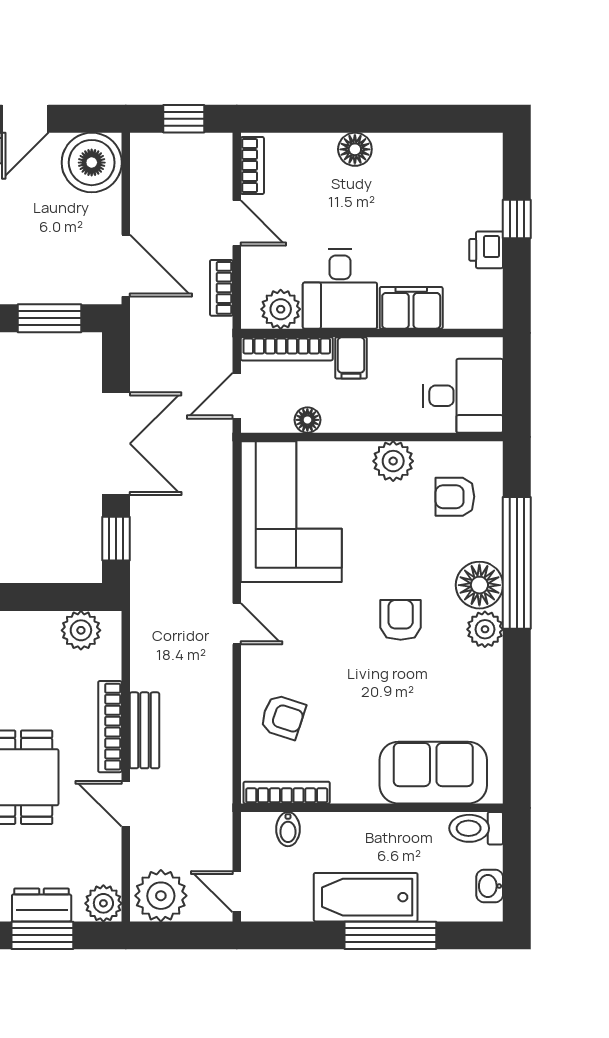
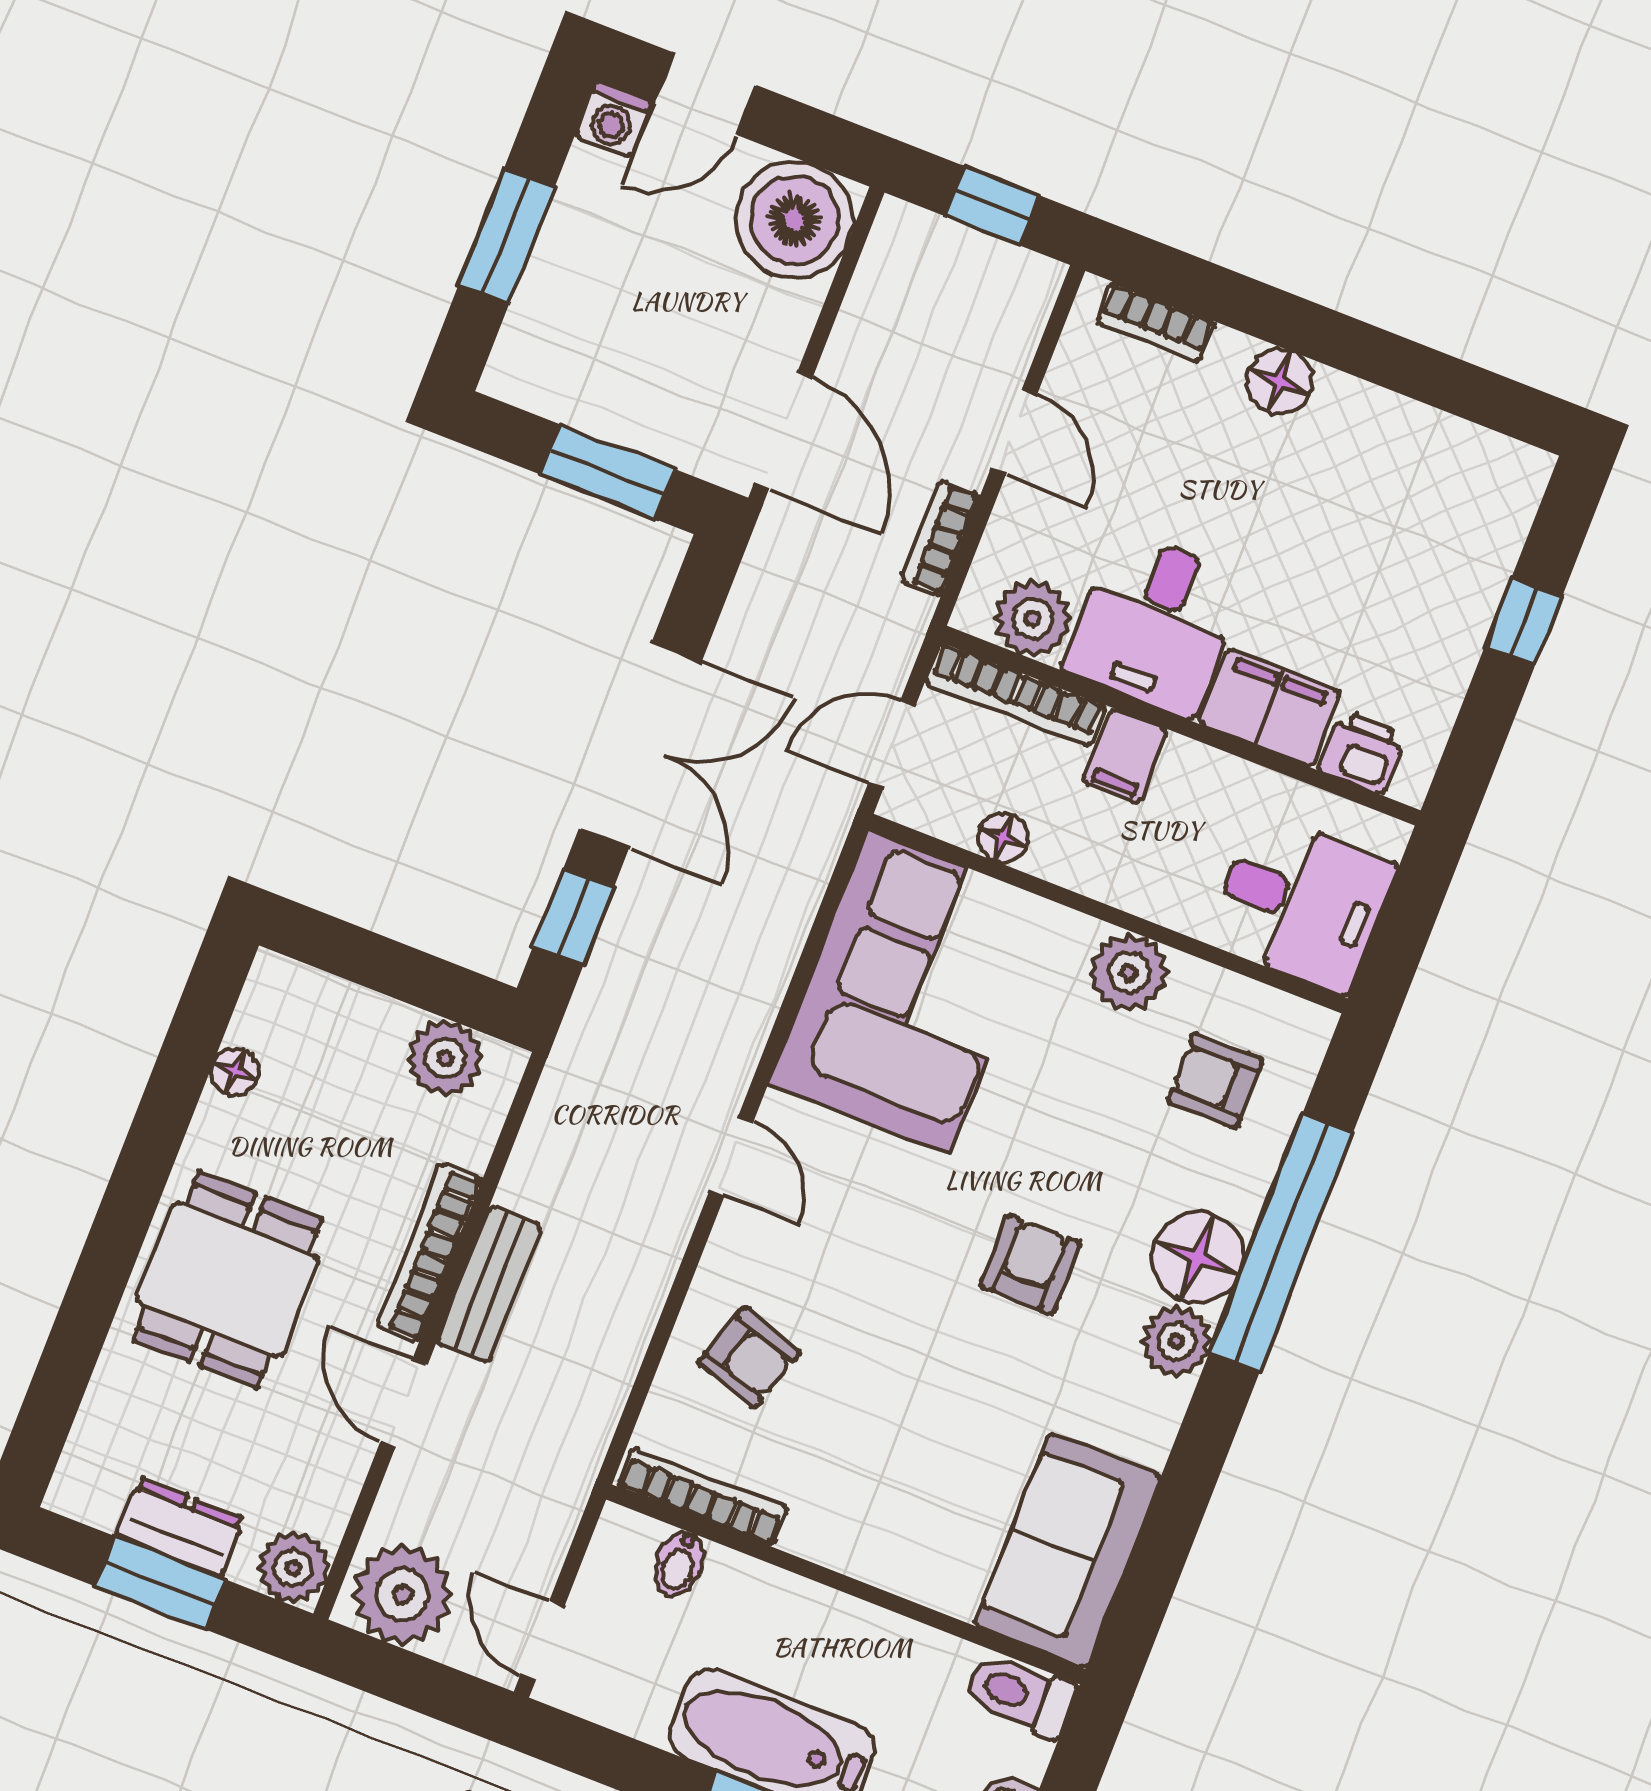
bookcase: (252, 166) -> (1156, 322), moved, turned 90
printer: (486, 250) -> (1362, 753), moved, turned 90
sofa: (433, 773) -> (1068, 1550), moved, turned -90

